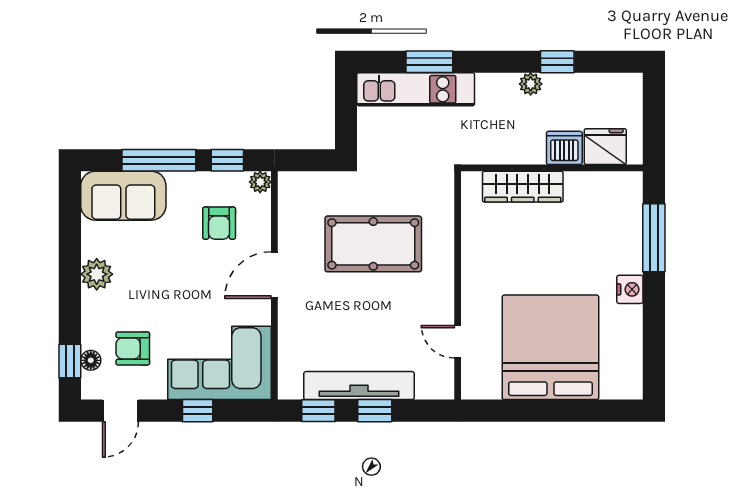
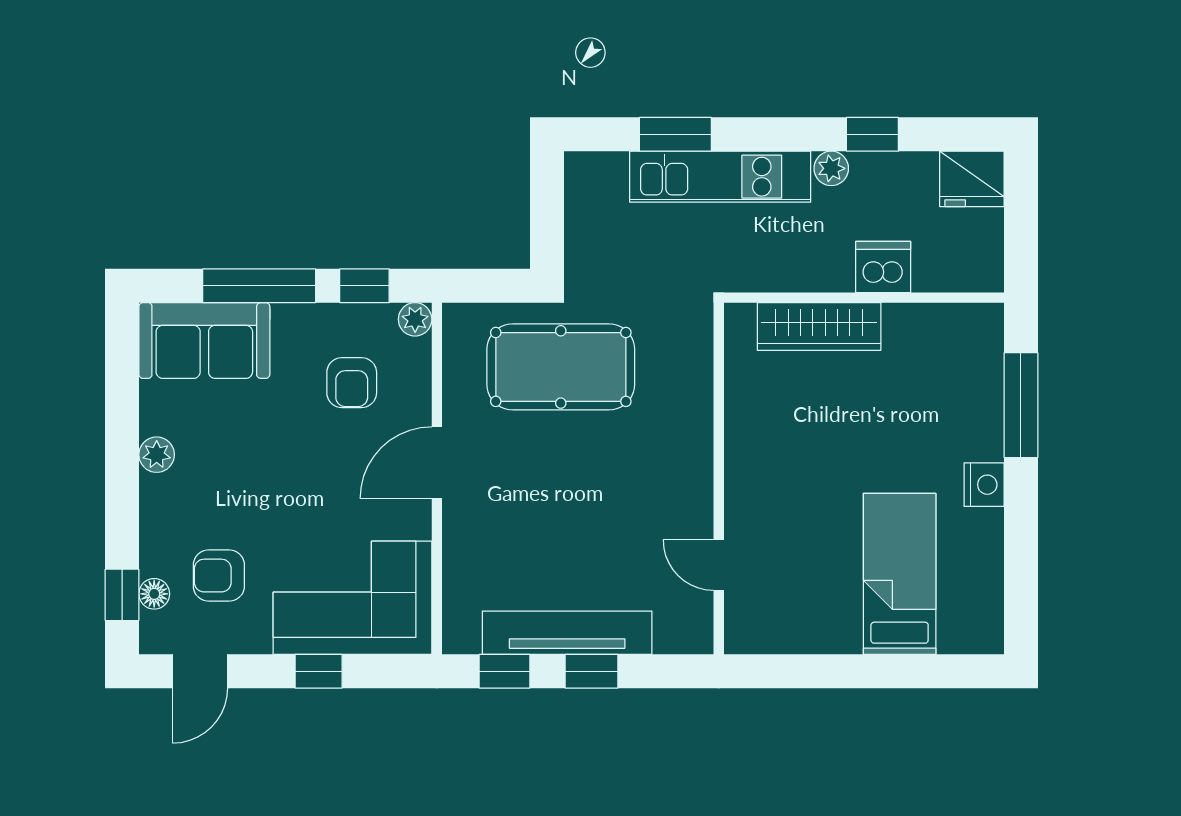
kitchen unit: (416, 89) -> (720, 177), moved
fridge: (605, 147) -> (972, 179), moved, turned 180
pool table: (373, 244) -> (561, 367), moved
plant: (97, 274) -> (157, 455), width x0.73, depth x0.73
bed: (550, 347) -> (900, 574), width x0.49

